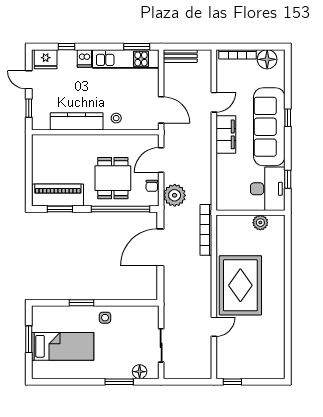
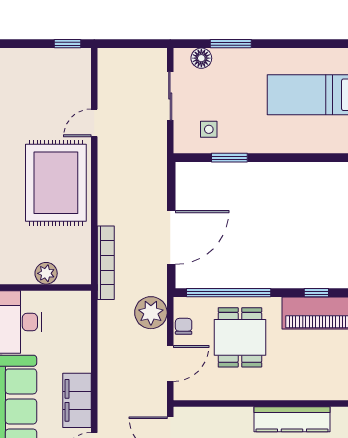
stool: (116, 118) -> (235, 424), removed
window: (60, 209) -> (316, 293), width x0.67
plant: (260, 223) -> (46, 273), moved
window: (81, 303) -> (229, 158), moved
side table: (105, 318) -> (209, 129), moved

